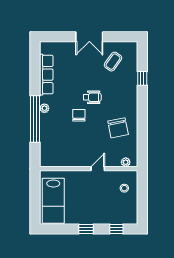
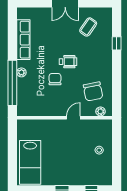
plant: (126, 162) -> (100, 111), moved
wall: (89, 169) -> (64, 118), moved
door: (98, 169) -> (73, 118), moved

